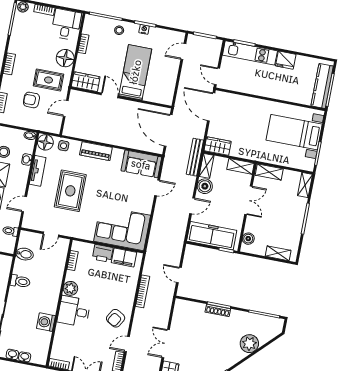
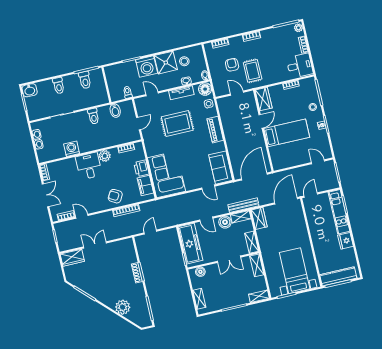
floor lamp: (65, 58) -> (274, 76), removed
door: (51, 234) -> (138, 123), swing flipped
armchair: (116, 318) -> (115, 196), moved

